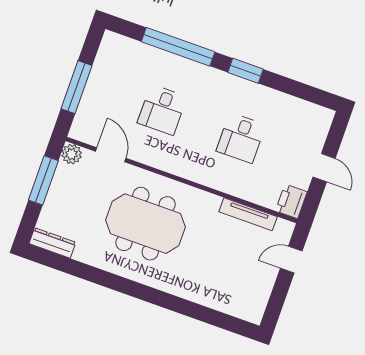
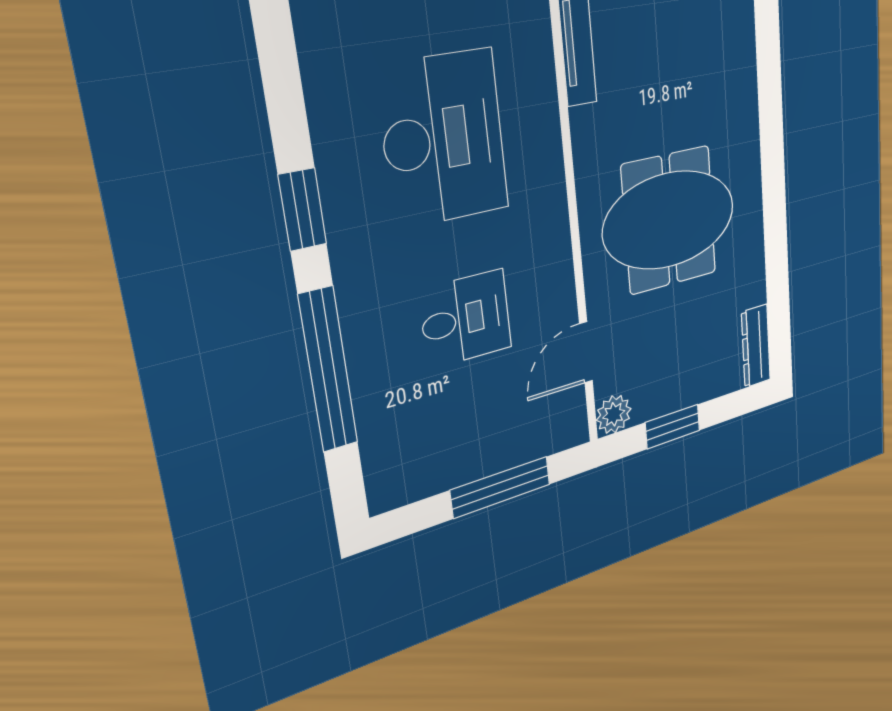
desk: (241, 138) -> (444, 139), width x1.87, depth x1.30
window: (43, 180) -> (673, 426), width x0.69
meeting table: (146, 224) -> (669, 220), turned 90

